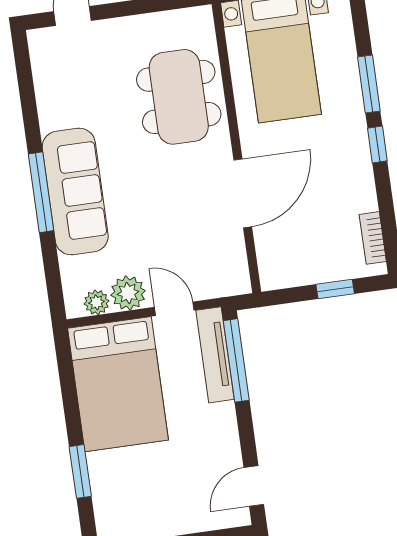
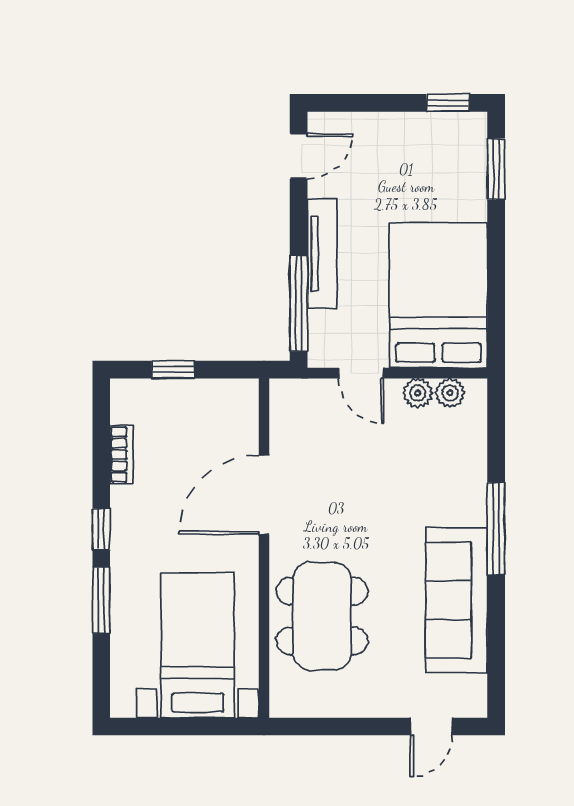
sofa: (75, 192) -> (457, 600), moved
bookcase: (373, 238) -> (122, 455), moved
plant: (128, 293) -> (418, 393), width x0.73, depth x0.73
tv unit: (215, 355) -> (322, 254), moved
window: (80, 471) -> (496, 169), moved

